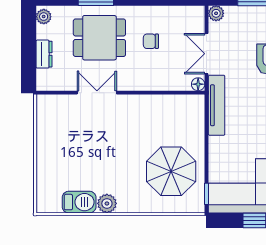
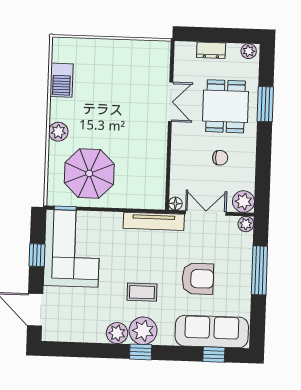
plant: (194, 16) -> (243, 202), added
chair: (151, 41) -> (220, 158), turned 90
plant: (107, 203) -> (58, 132), moved

